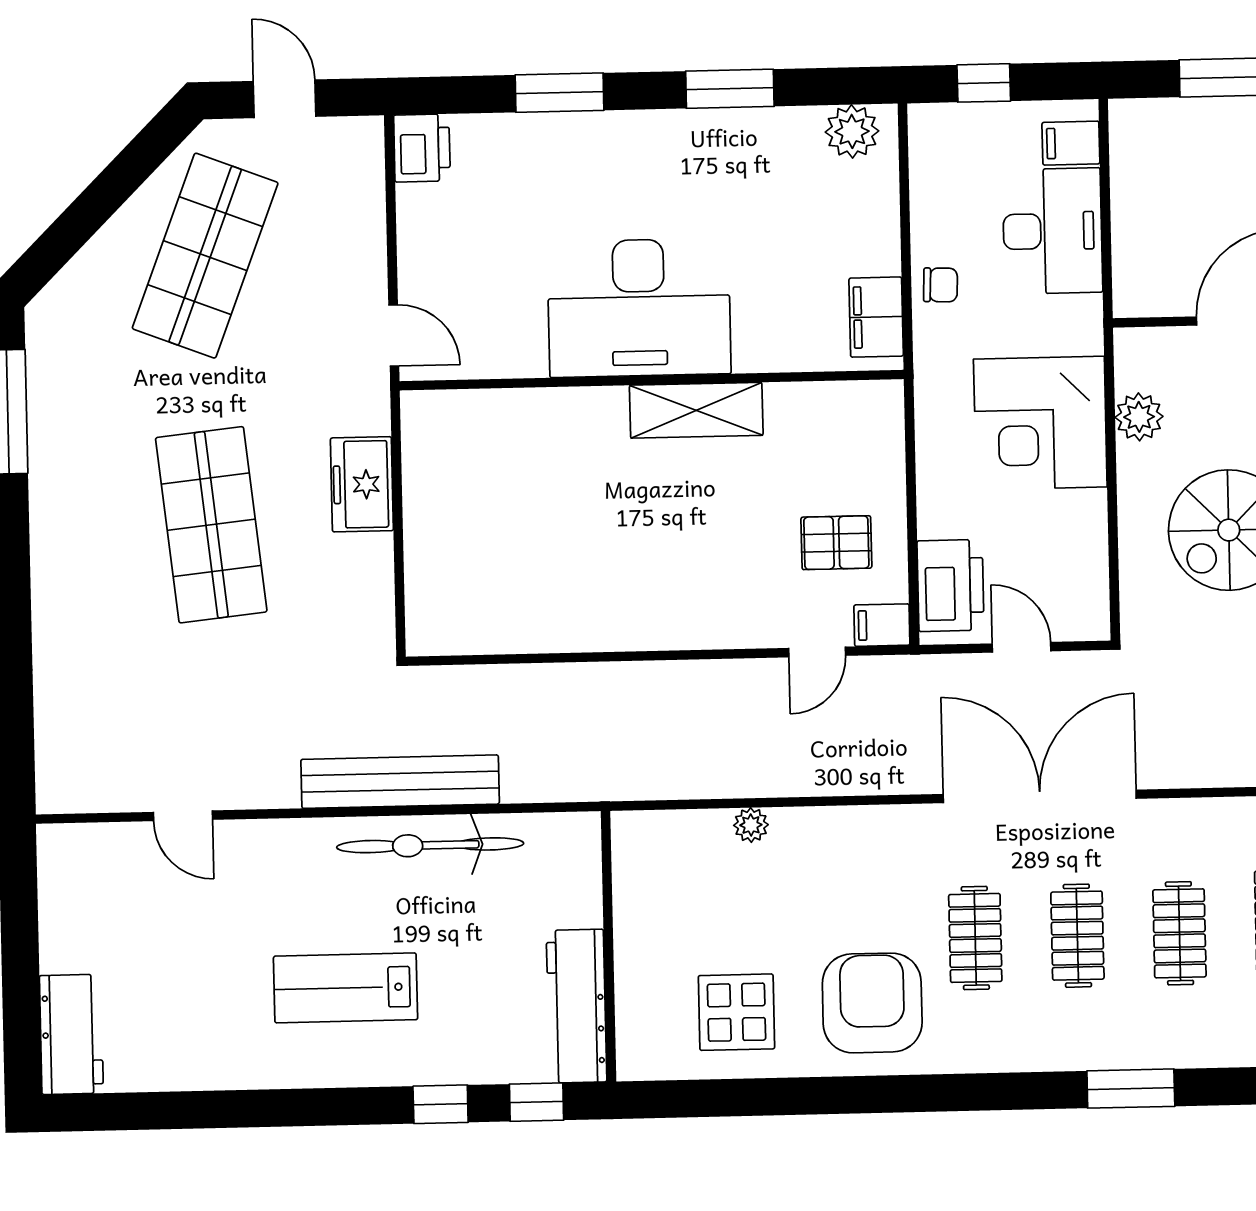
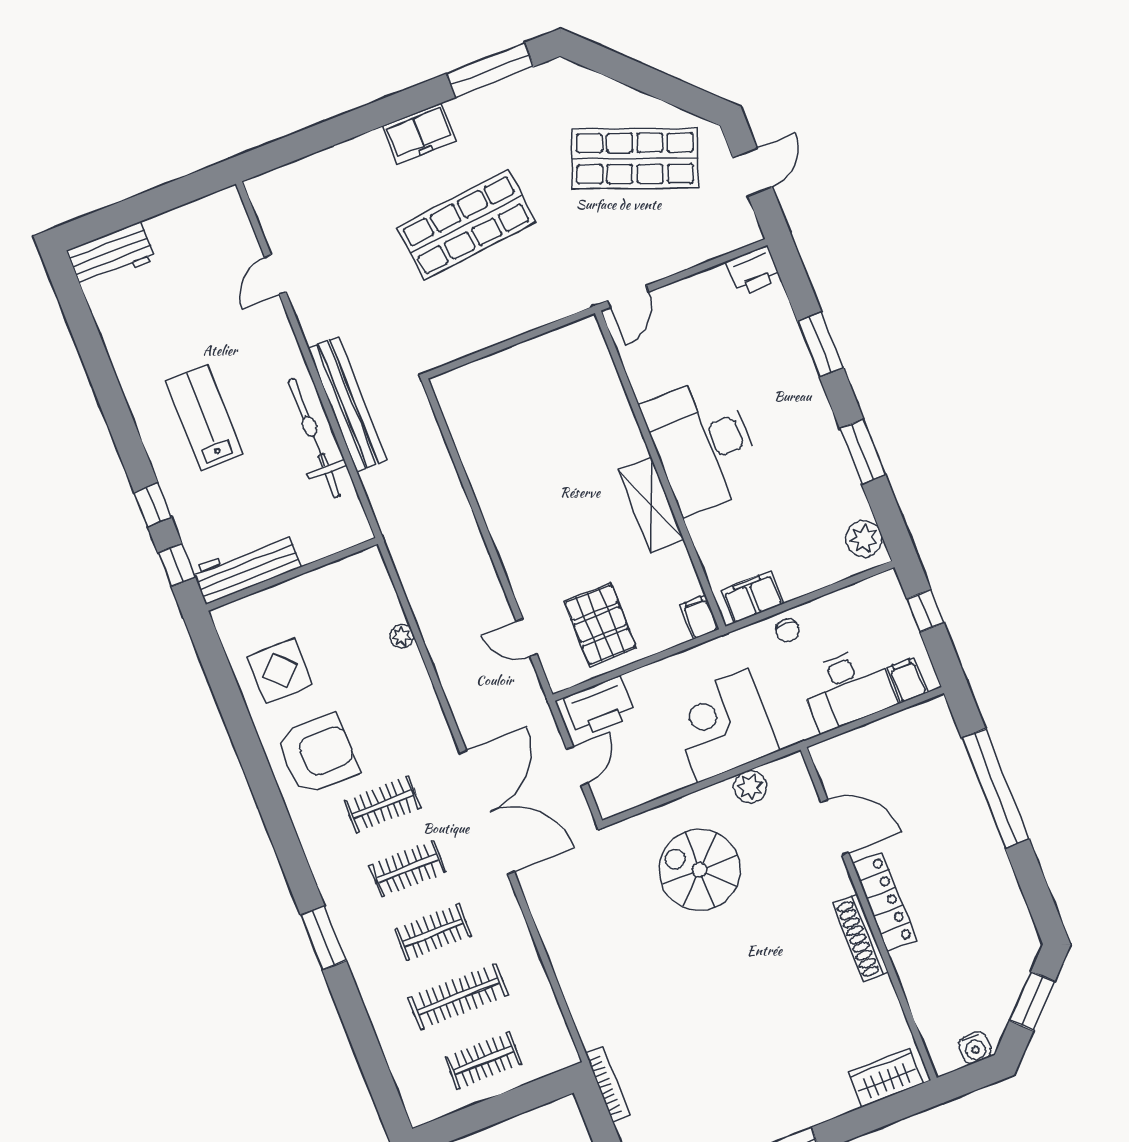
freezer: (362, 484) -> (419, 133), moved, turned 180
pallet: (836, 543) -> (600, 624), width x1.50, depth x1.42
filing cabinet: (882, 625) -> (700, 617), moved

